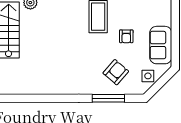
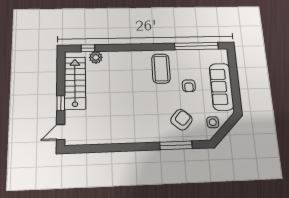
sofa: (161, 45) -> (222, 87), width x1.36

